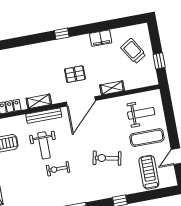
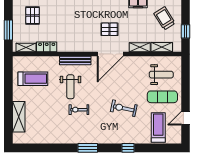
shelving: (39, 101) -> (162, 47), moved

